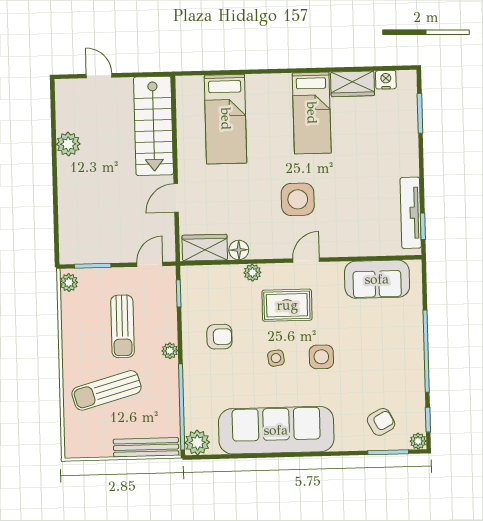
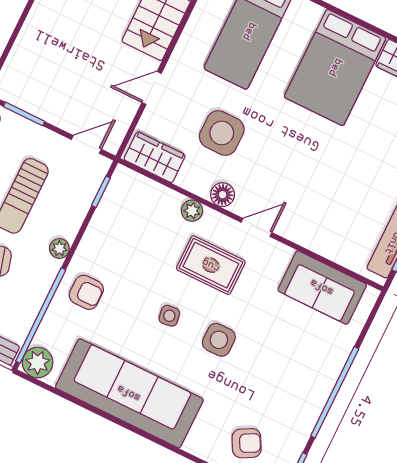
bed: (312, 113) -> (335, 67), width x1.50
side table: (298, 199) -> (222, 133), moved
floor lamp: (239, 250) -> (223, 195), moved
armchair: (219, 337) -> (86, 292), moved

